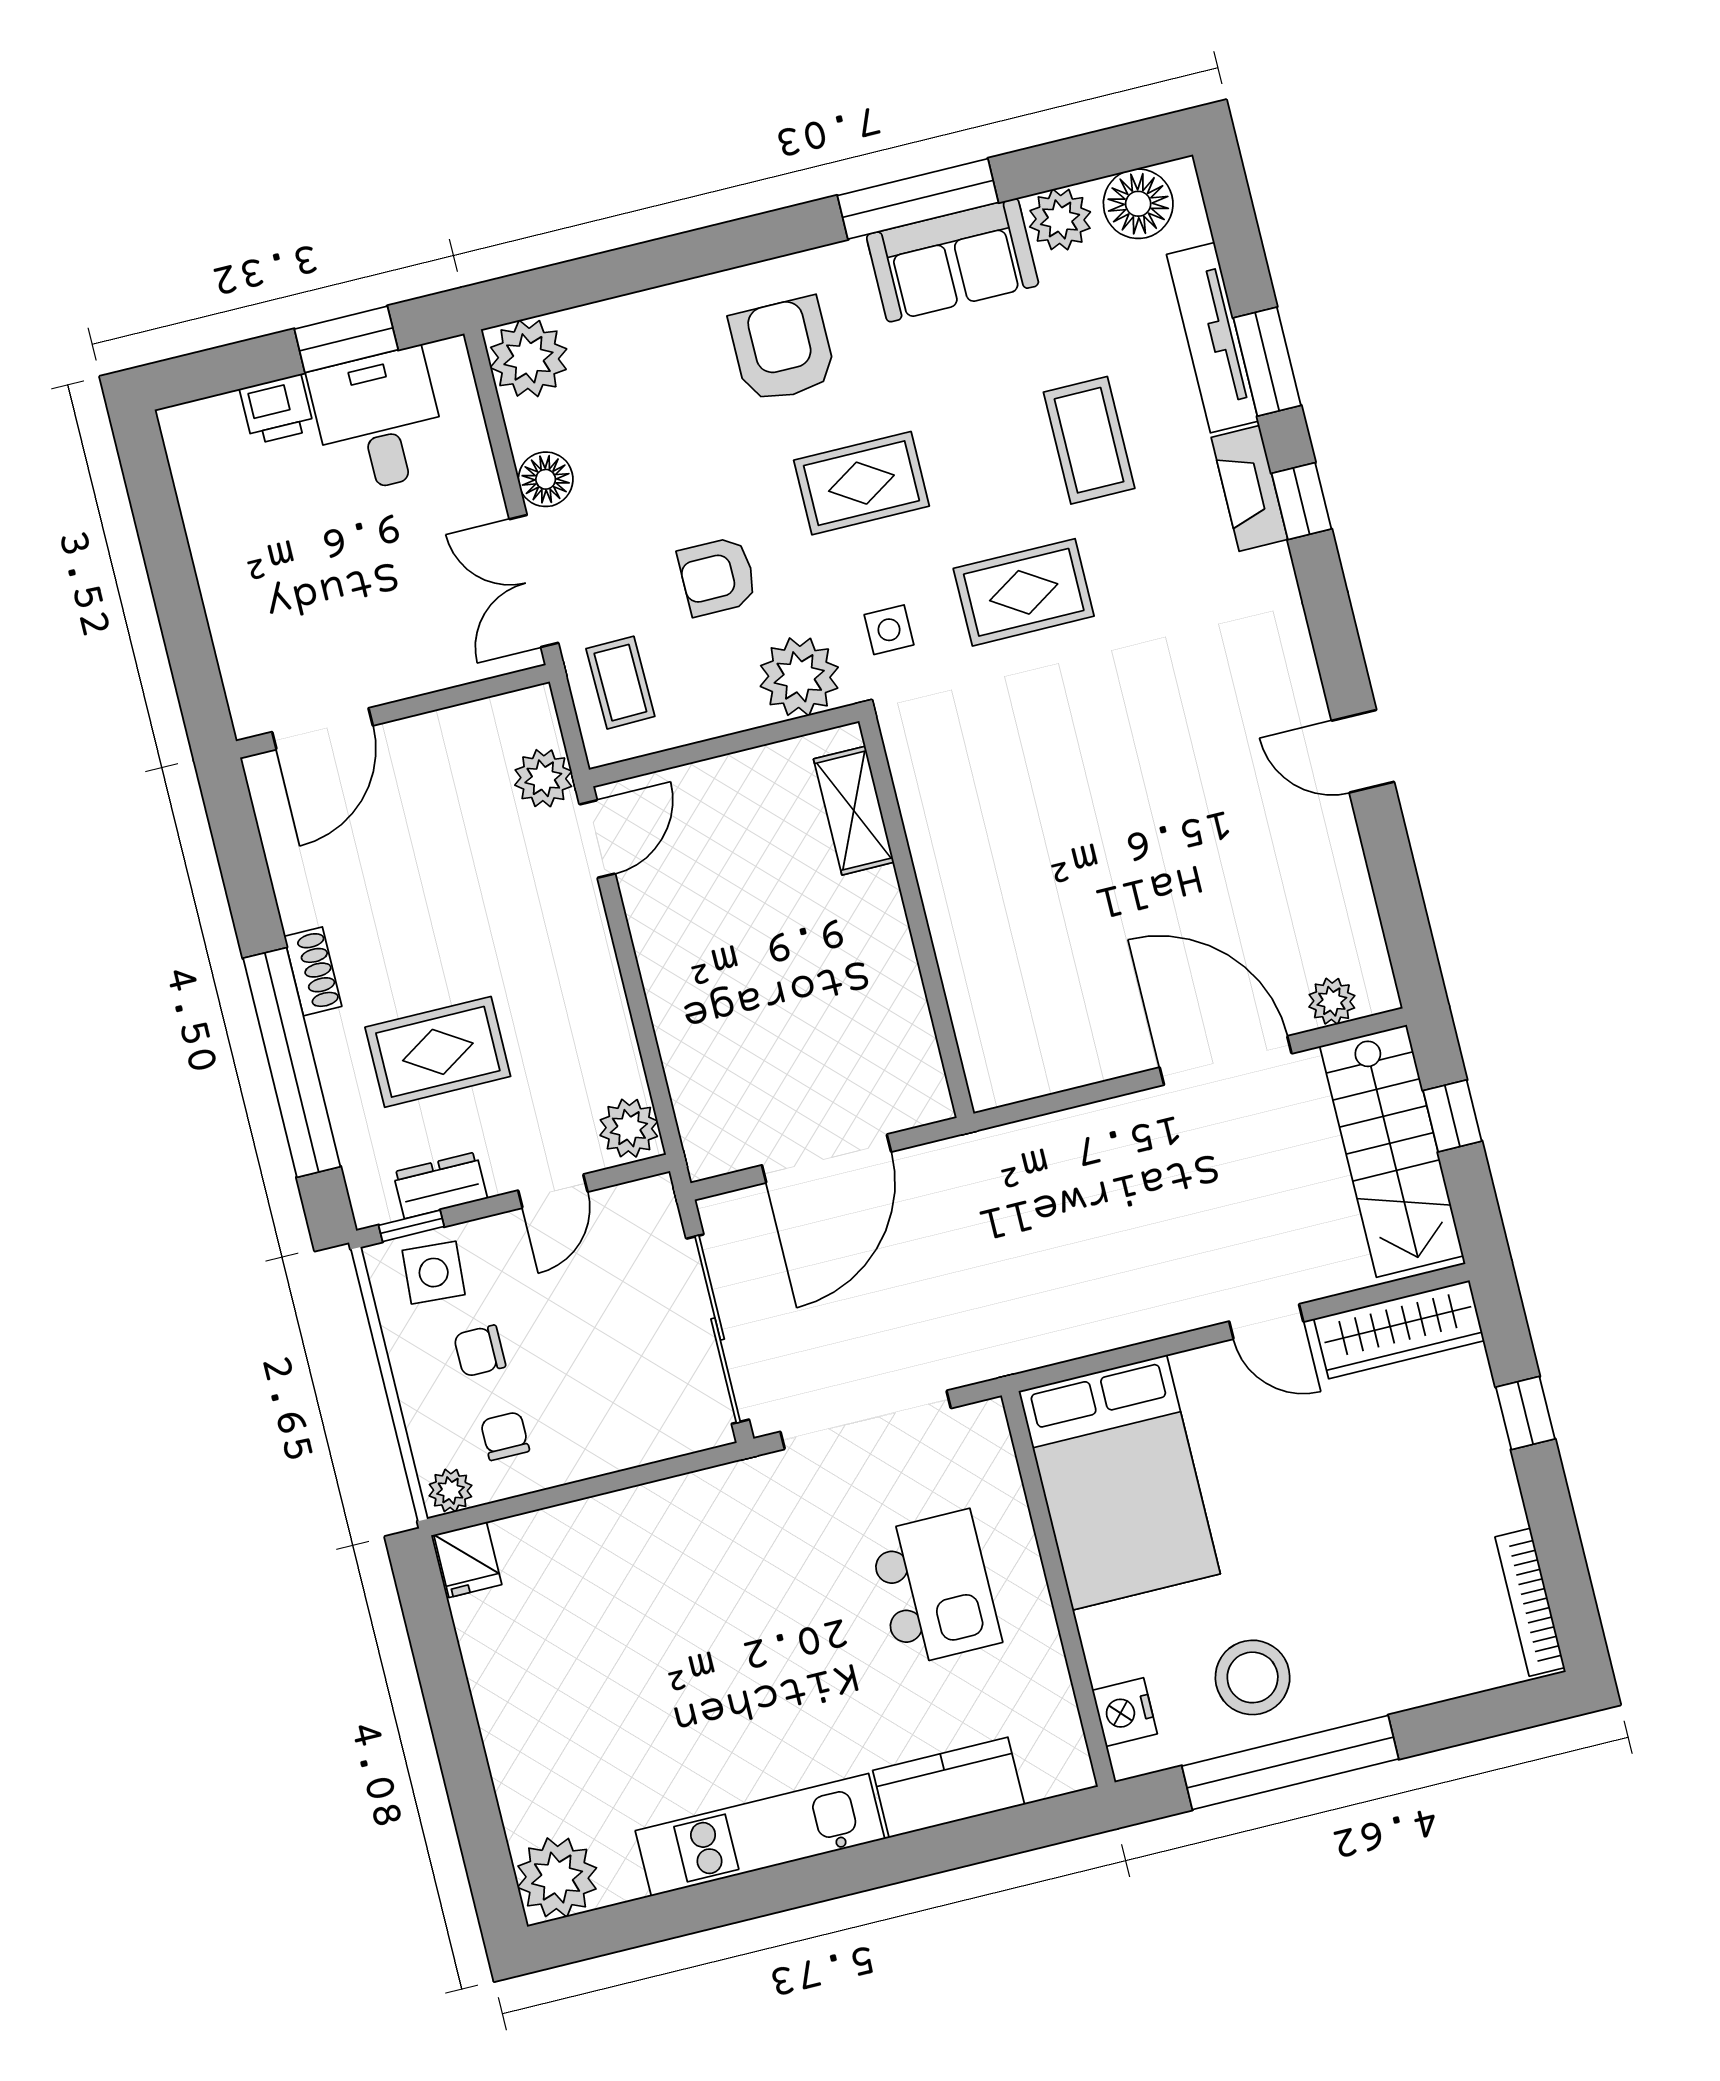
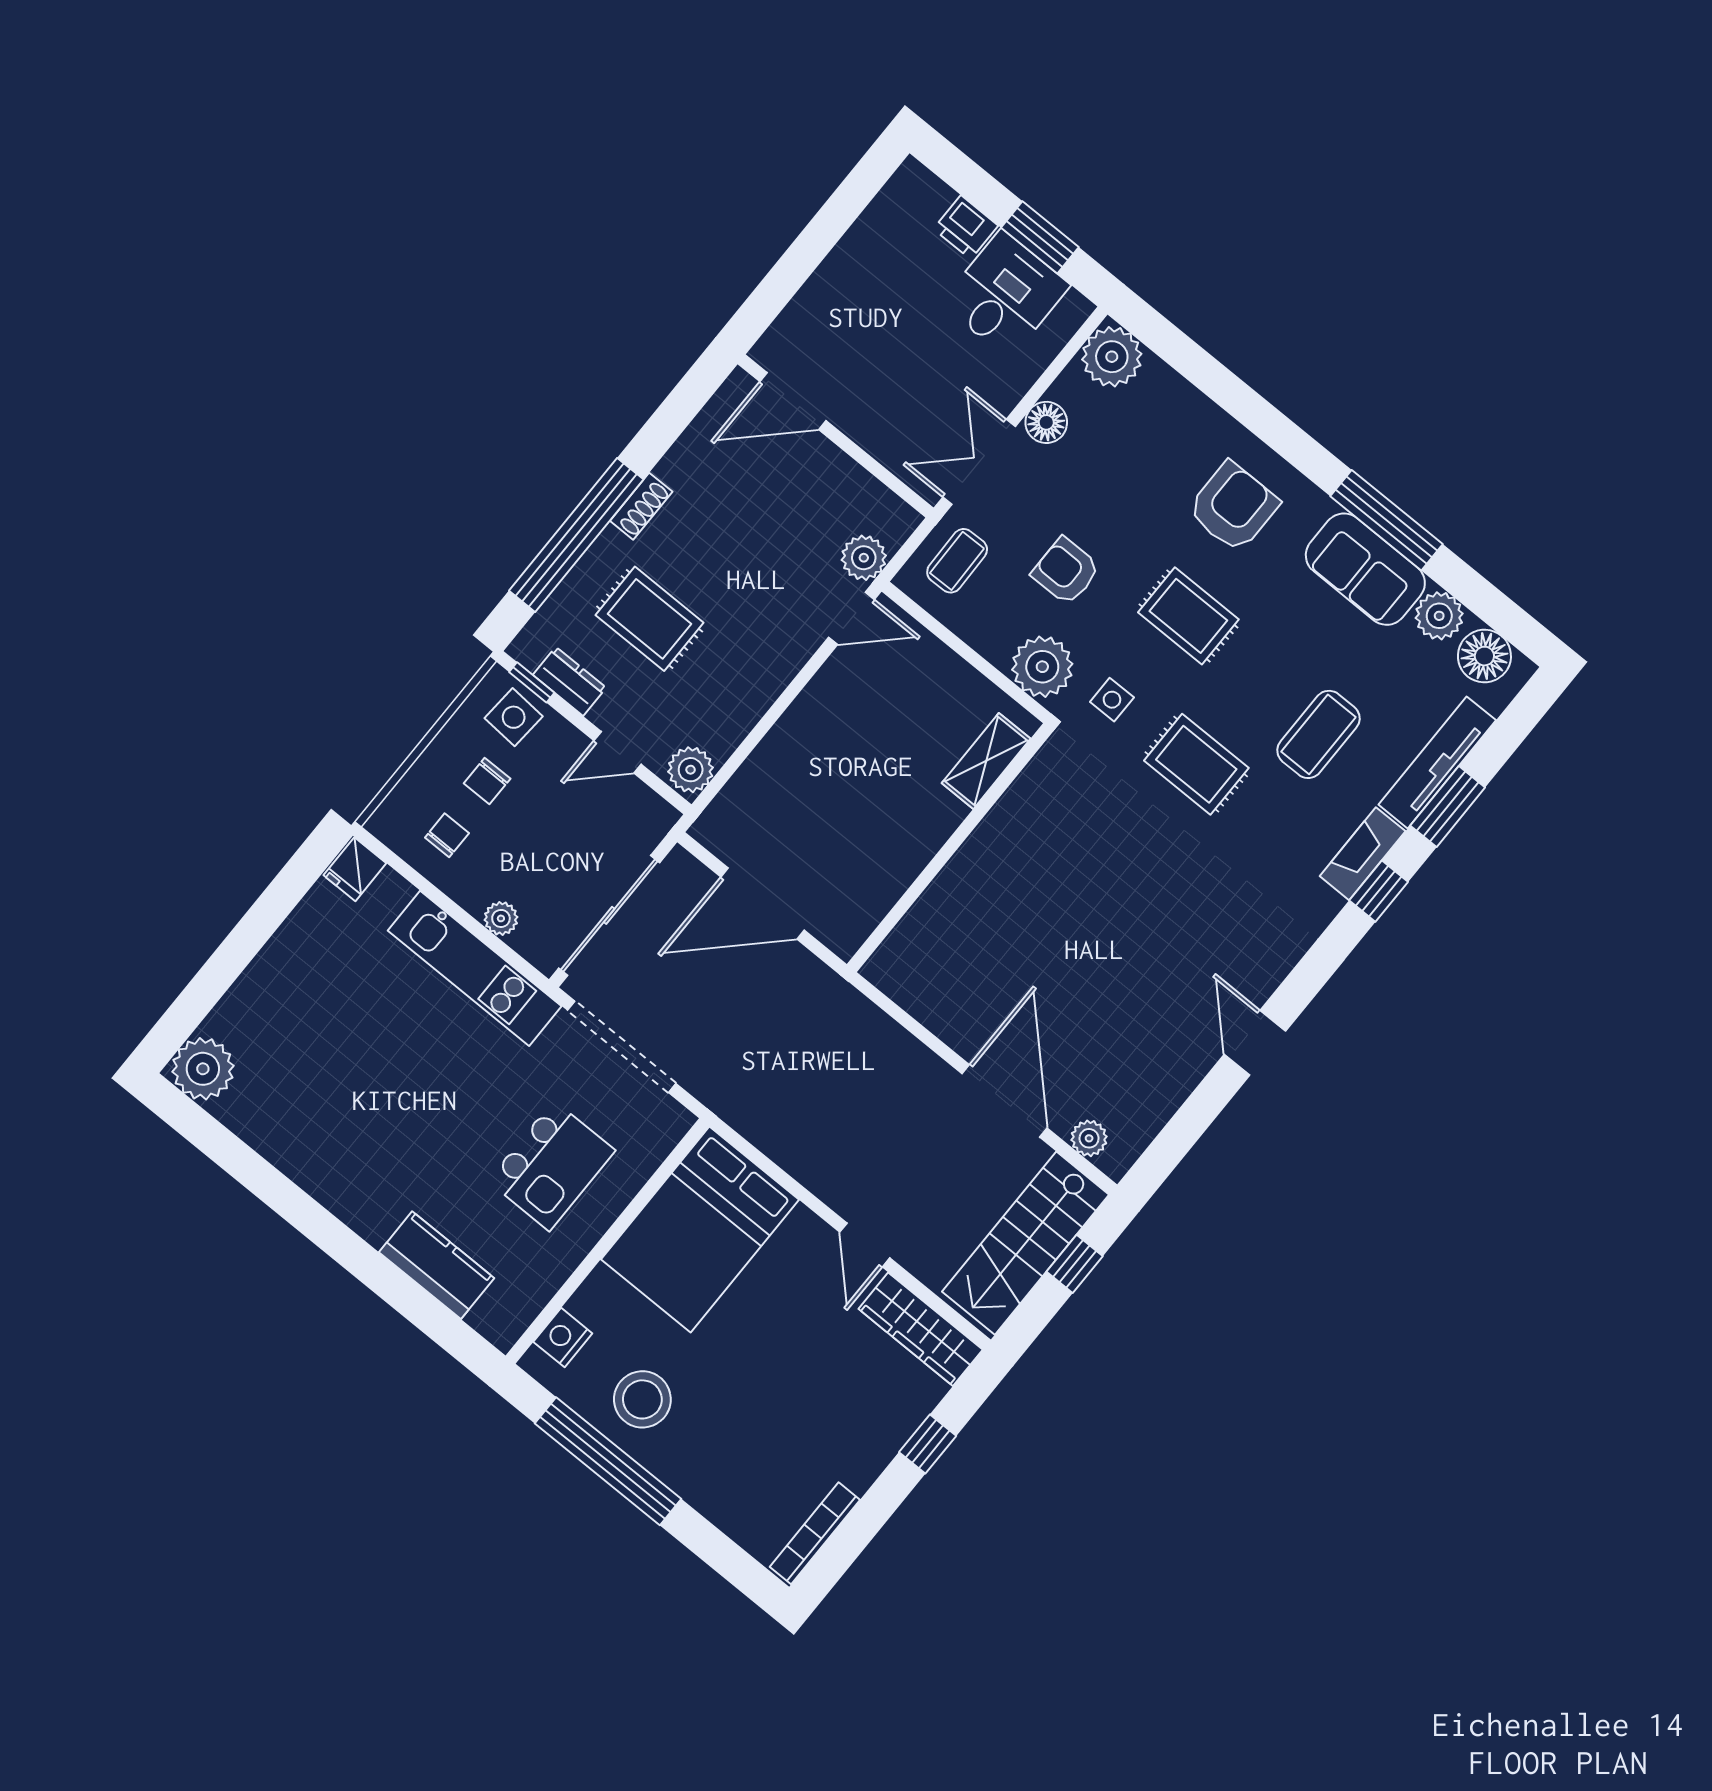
chair: (480, 1351) -> (487, 781), turned -90
plant: (450, 1491) -> (501, 918), moved
kitchen unit: (760, 1835) -> (475, 968), moved, turned 180

